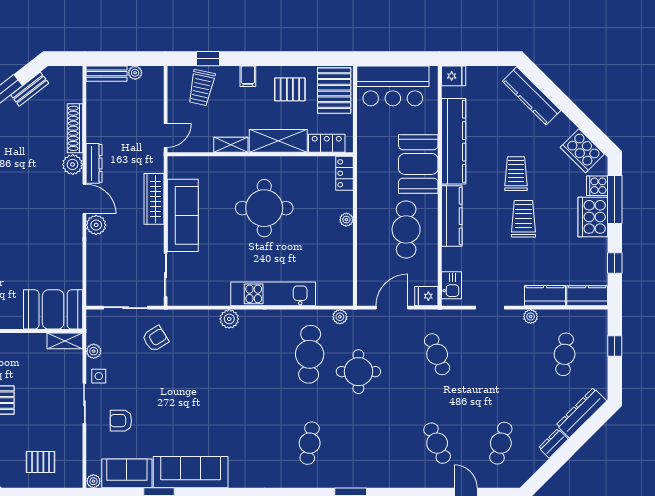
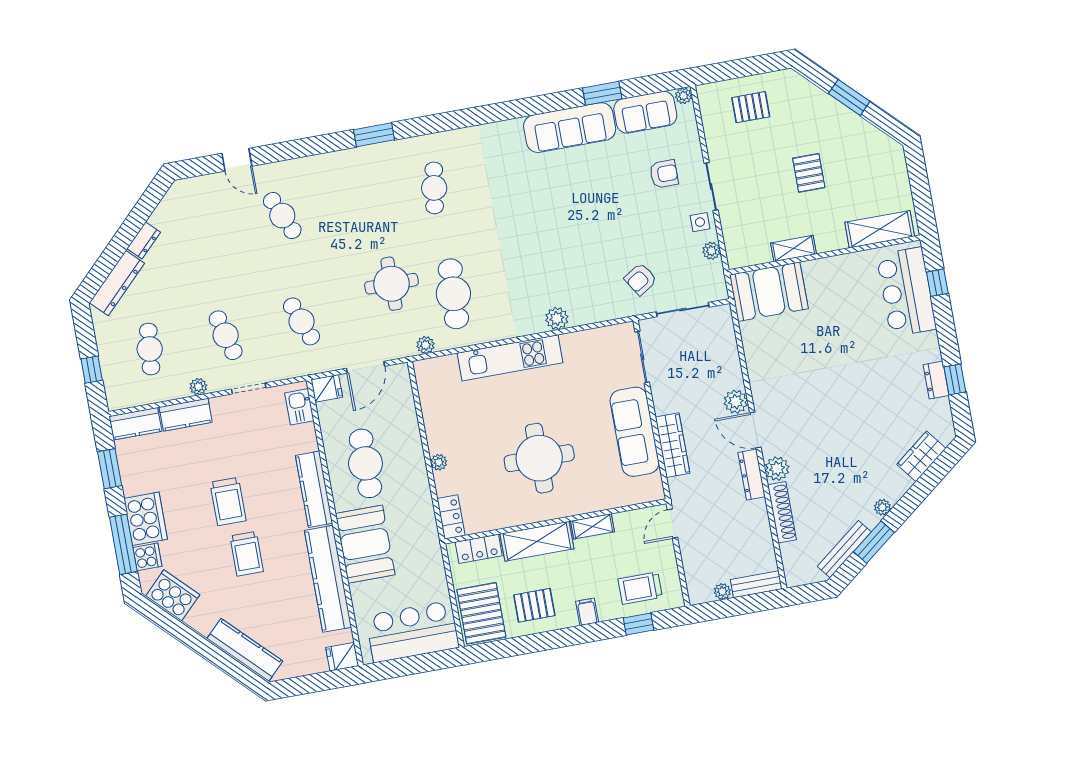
trolley: (201, 88) -> (640, 588), turned -102
bench: (30, 89) -> (844, 549), width x1.36
window: (615, 263) -> (110, 469), width x1.50
shelving: (65, 341) -> (794, 249), moved
cafe table: (501, 443) -> (226, 335), moved, turned -30

